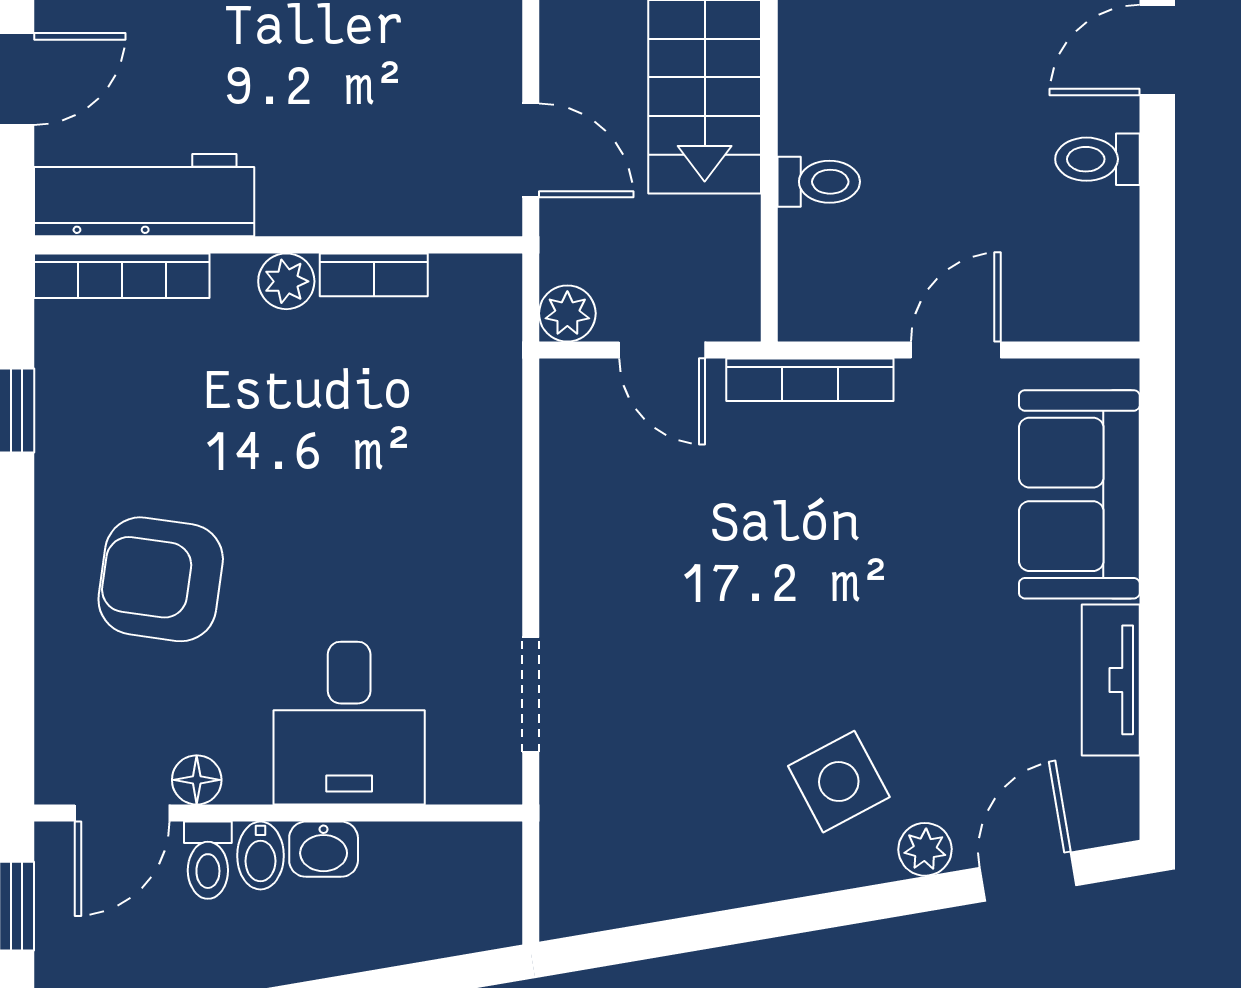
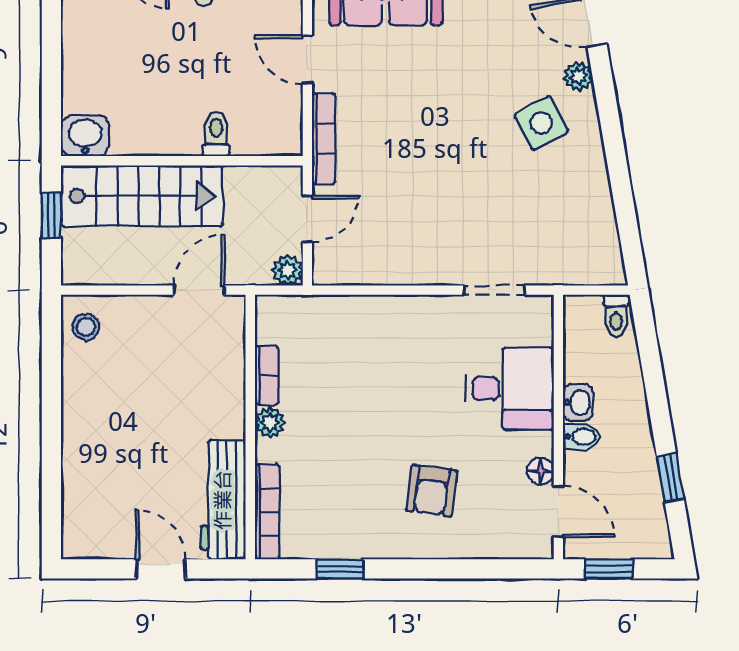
armchair: (161, 579) -> (432, 491), width x0.72, depth x0.72
toilet: (208, 860) -> (616, 316), moved, turned 90

